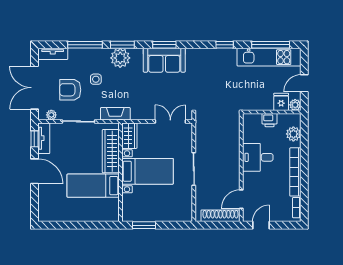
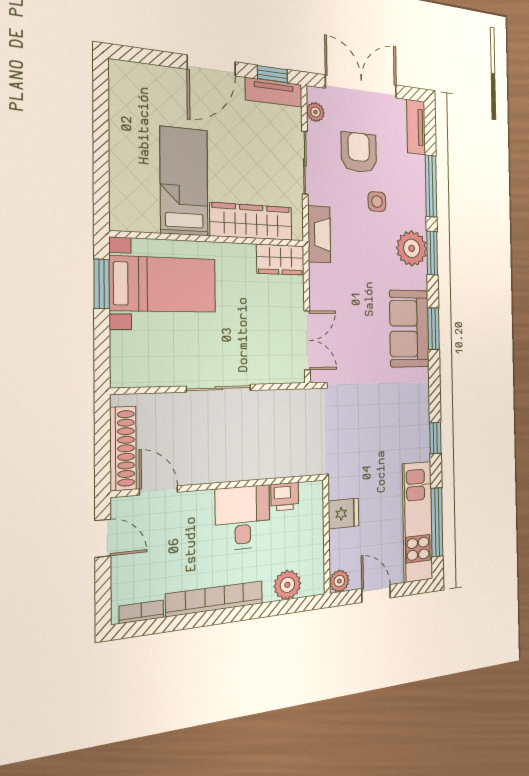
fridge: (281, 102) -> (344, 514), moved
printer: (270, 120) -> (285, 497), moved, turned -90
bed with nightstands: (148, 171) -> (163, 284), moved, turned -90

